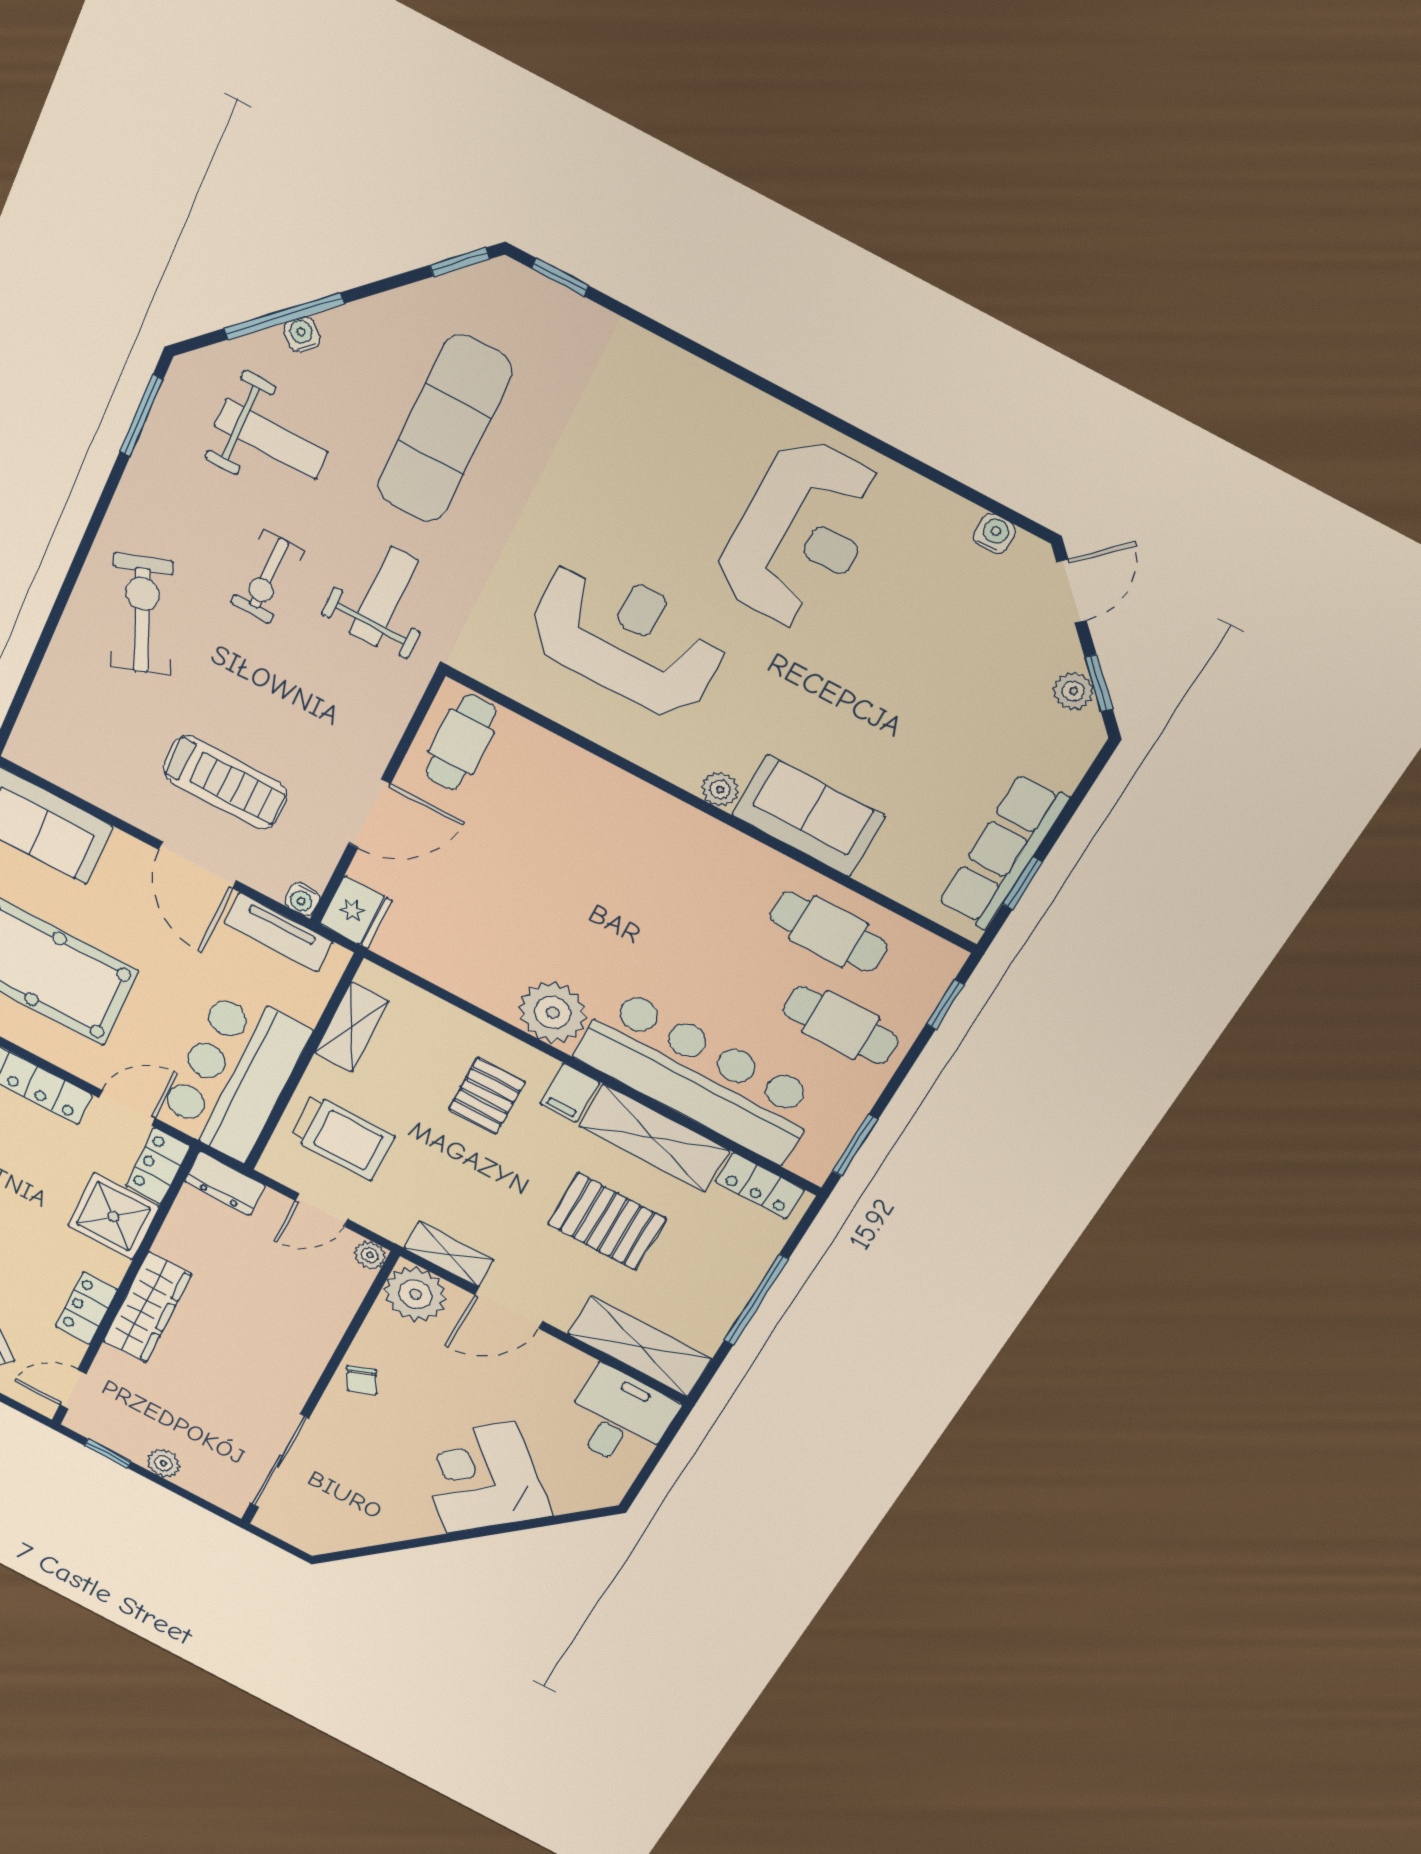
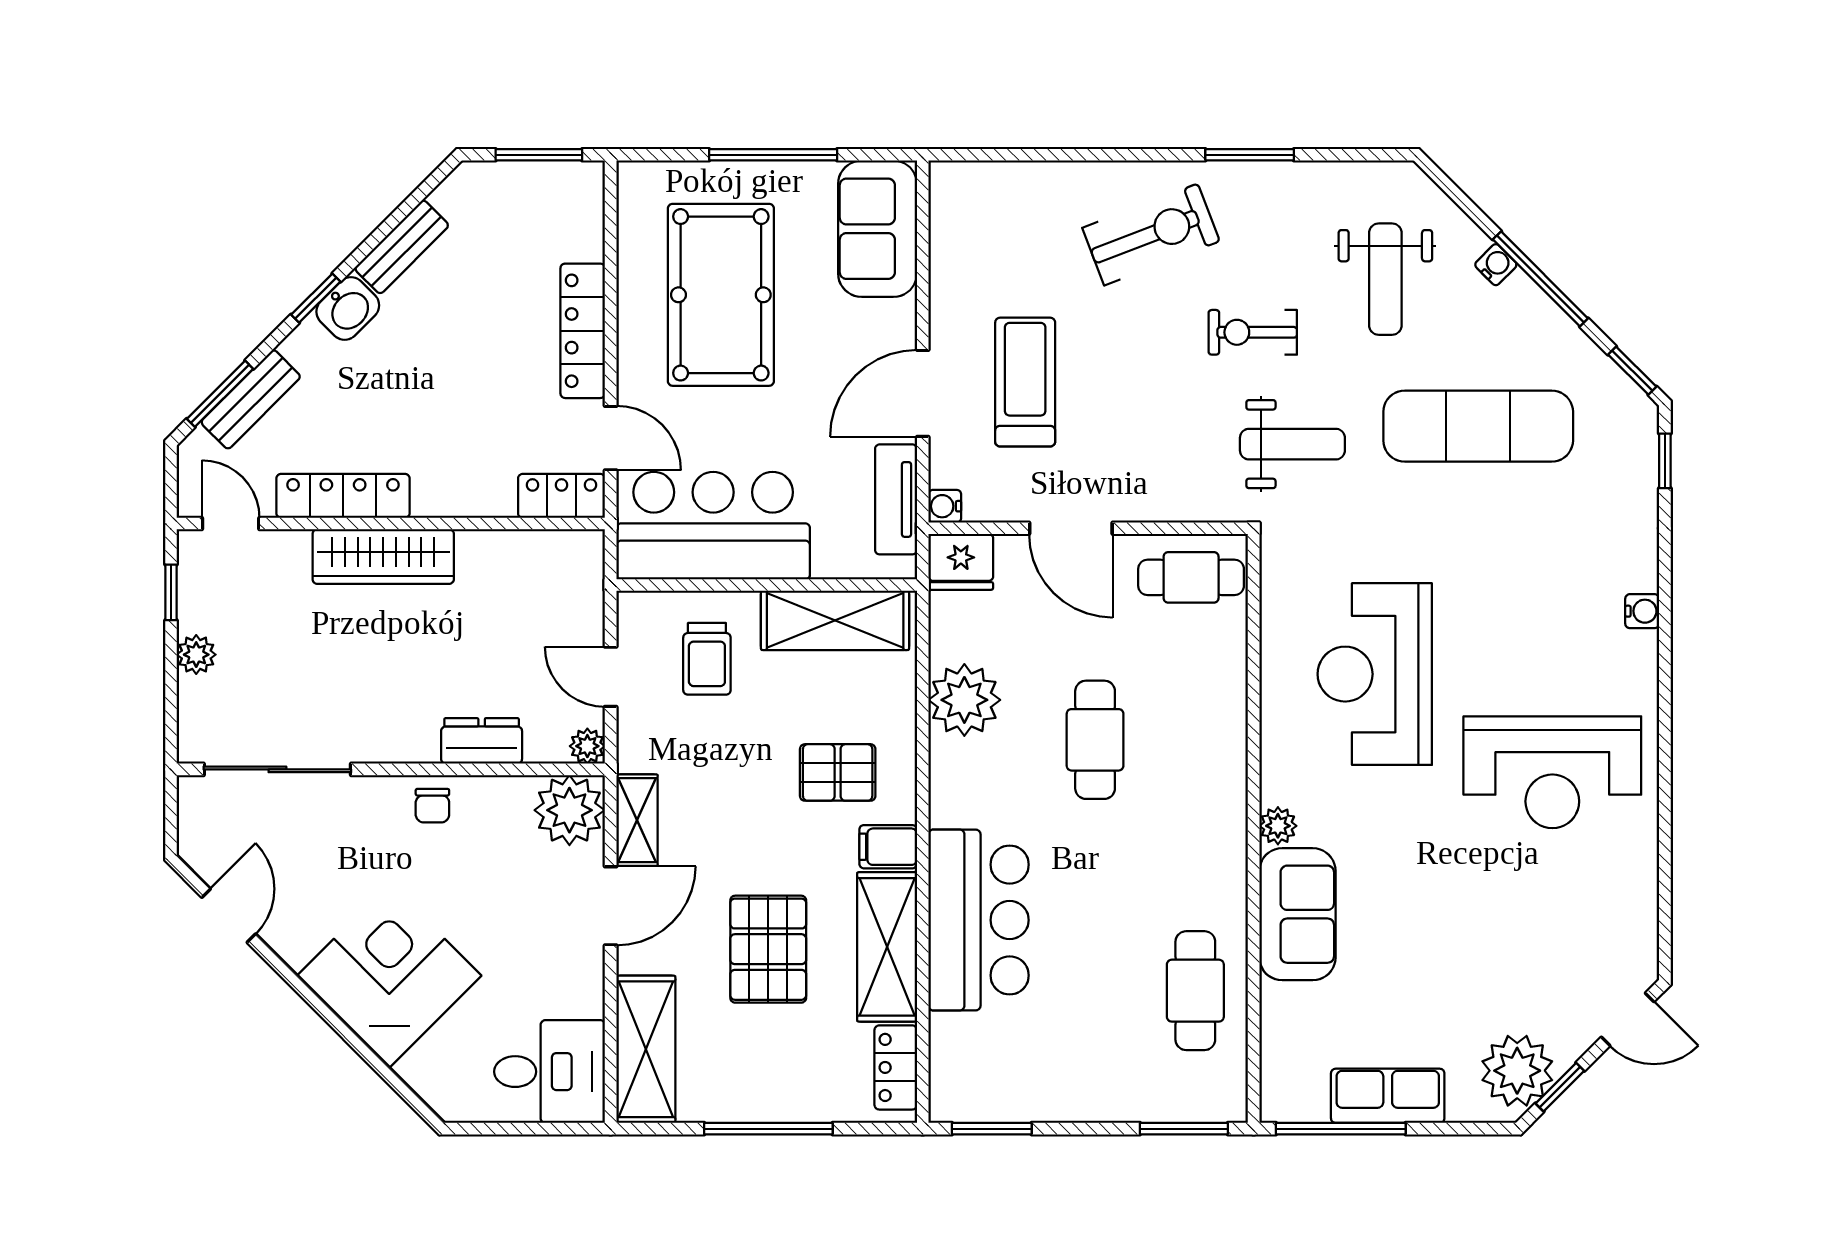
window: (284, 316) -> (1540, 279), moved
window: (141, 416) -> (1250, 155), moved
water cooler: (994, 534) -> (1642, 611), moved
reception desk: (627, 638) -> (1375, 674), turned 180
plant: (1073, 691) -> (1517, 1071), width x1.88, depth x1.88
treadmill: (225, 782) -> (1025, 382), turned 180
row of seats: (1003, 852) -> (1388, 1096), width x0.68
window: (1023, 883) -> (1341, 1129), width x2.17
window: (945, 1004) -> (1184, 1129), width x1.50
plant: (553, 1013) -> (964, 700), moved
cafe table: (841, 1025) -> (1095, 740), moved
shelving: (352, 1027) -> (835, 620), width x1.50, depth x1.33
bar counter: (698, 1076) -> (979, 920), width x0.73
trolley: (342, 1137) -> (707, 659), width x0.73, depth x0.72
dresser: (225, 1183) -> (482, 741), moved, turned 90
shower: (113, 1216) -> (473, 477), removed
locker: (86, 1308) -> (343, 496), width x1.53
door: (509, 1308) -> (611, 906), swing flipped
chair: (362, 1380) -> (432, 806), turned -65
door: (376, 1550) -> (229, 916), added

